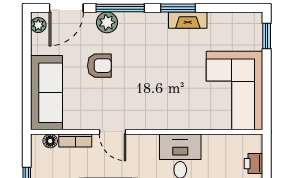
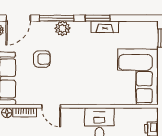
plant: (107, 22) -> (63, 28), moved

